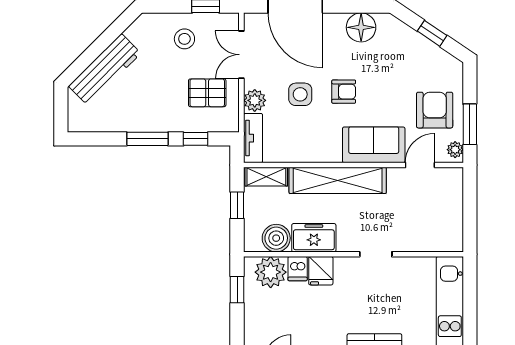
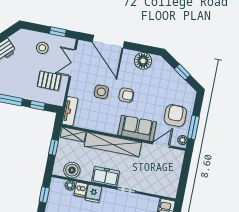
plant: (255, 100) -> (75, 90), removed
freezer: (314, 238) -> (106, 176), moved
plant: (271, 272) -> (70, 185), width x0.53, depth x0.53

